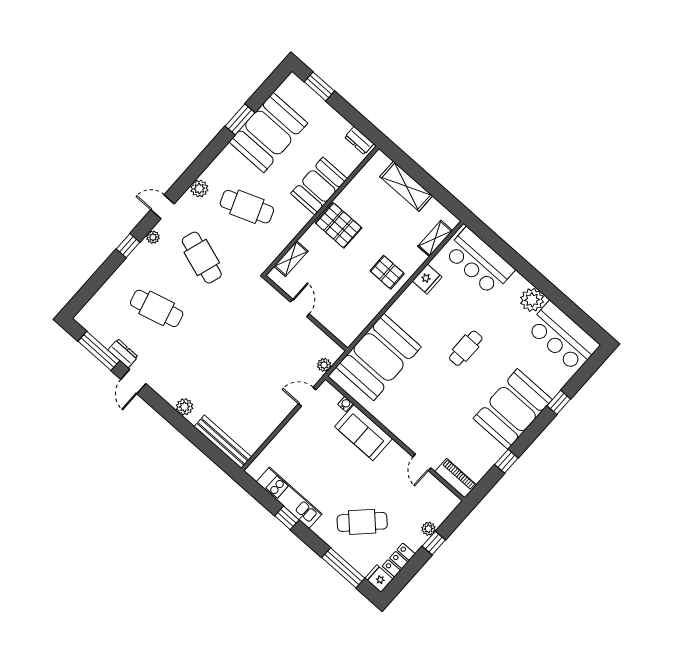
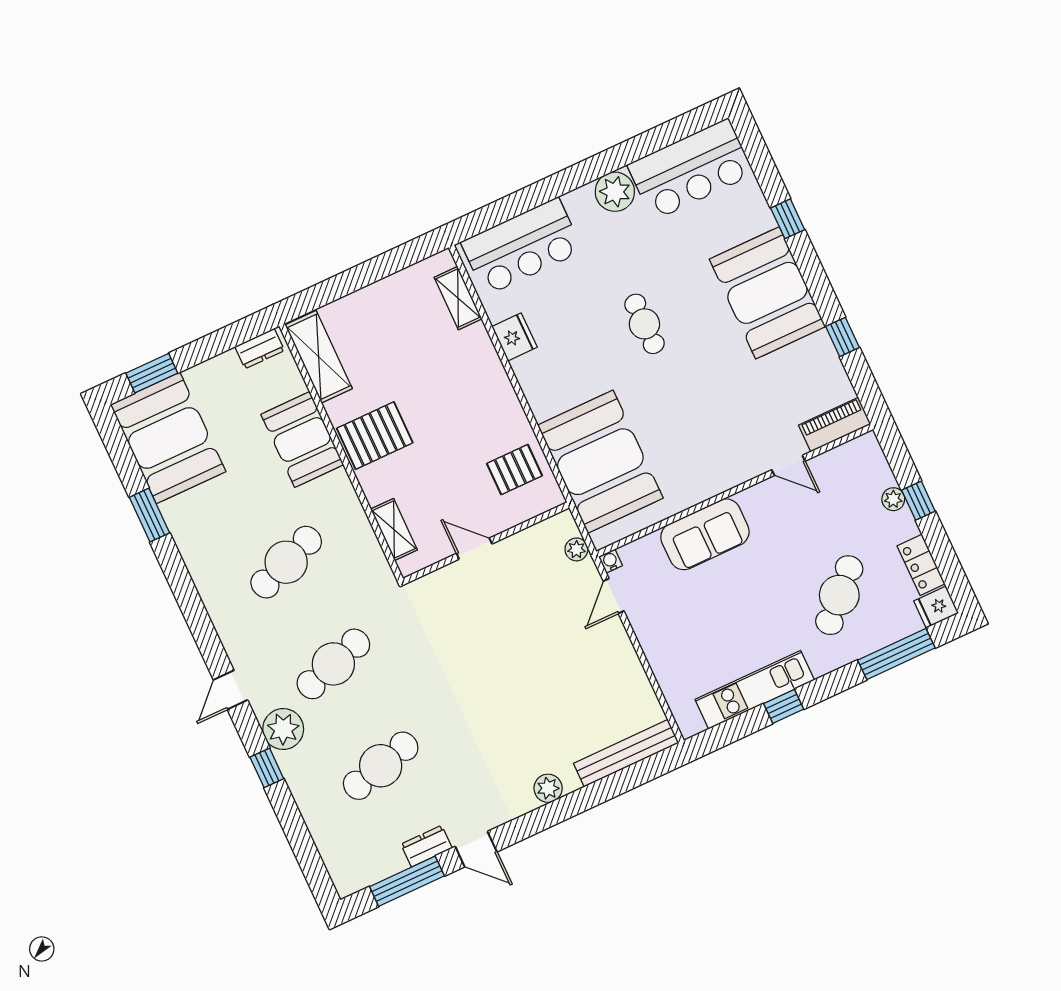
booth: (268, 133) -> (168, 438), moved
shelving: (406, 186) -> (319, 357), moved, turned 90
plant: (199, 189) -> (227, 622), removed
plant: (153, 237) -> (283, 729), width x1.88, depth x1.88
cafe table: (202, 258) -> (333, 664), turned -36
pallet: (387, 272) -> (514, 470), moved
water cooler: (345, 404) -> (610, 561), moved

